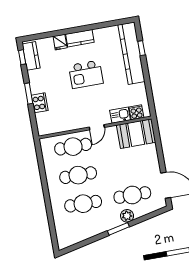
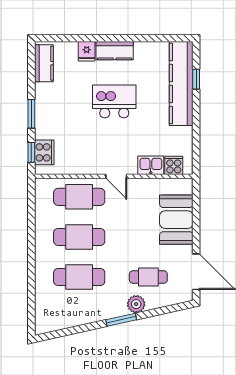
window: (22, 57) -> (31, 152), moved
kitchen island: (86, 74) -> (114, 101), turned 180
cooker: (40, 103) -> (44, 152), moved
door: (97, 127) -> (116, 176), hinge flipped
booth: (136, 134) -> (176, 220), moved, turned 90
cafe table: (132, 195) -> (148, 277), width x0.73, depth x0.74

